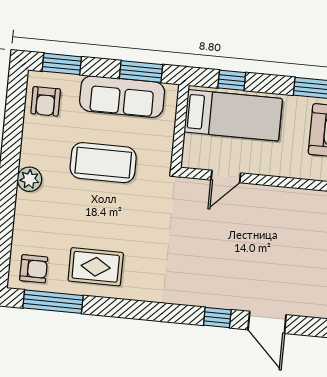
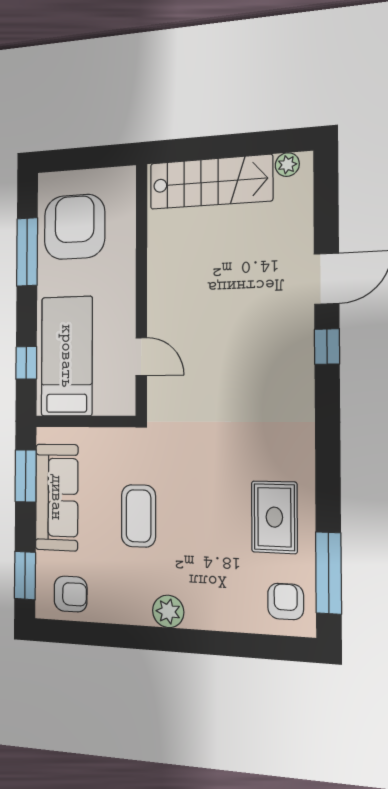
coffee table: (103, 163) -> (139, 516), width x0.73, depth x0.76

